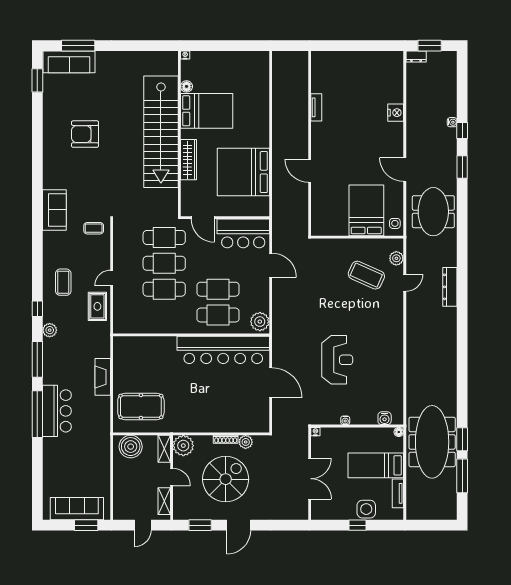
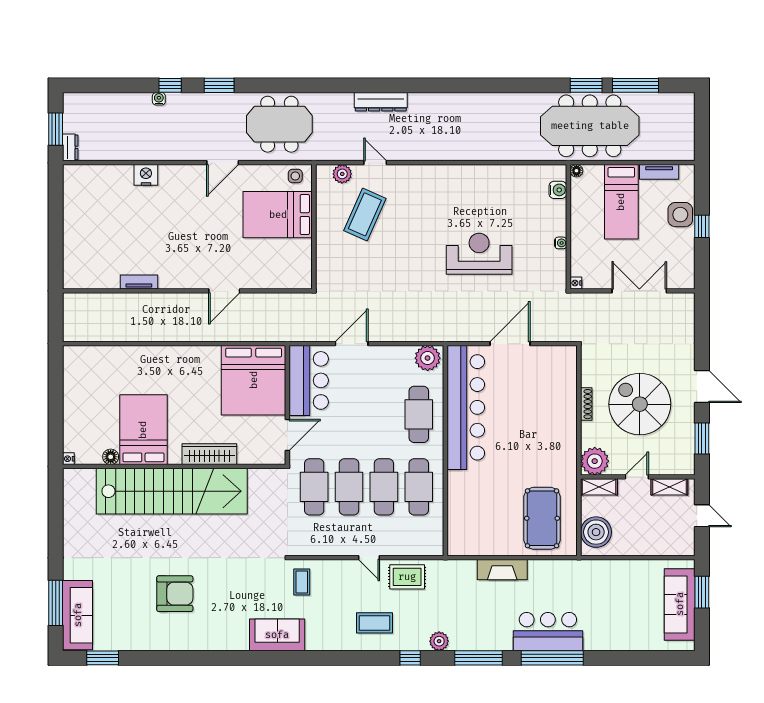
armchair: (85, 134) -> (175, 594), turned -90
bed: (243, 172) -> (254, 380), moved
cafe table: (218, 289) -> (419, 487), moved
plant: (246, 442) -> (590, 377), removed

